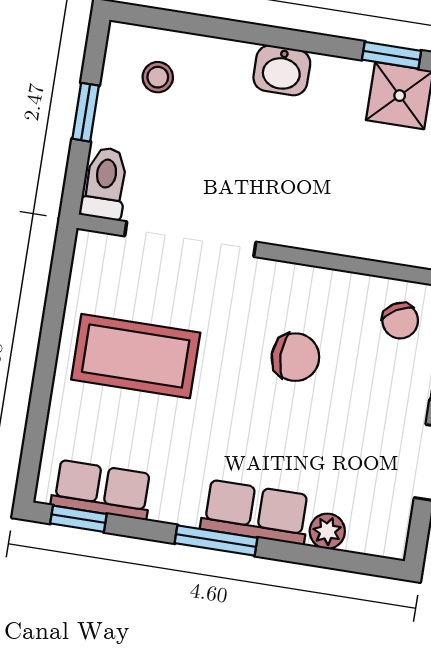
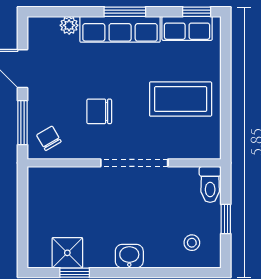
doorway: (190, 239) -> (134, 163), moved
row of seats: (255, 512) -> (120, 29), width x1.48

